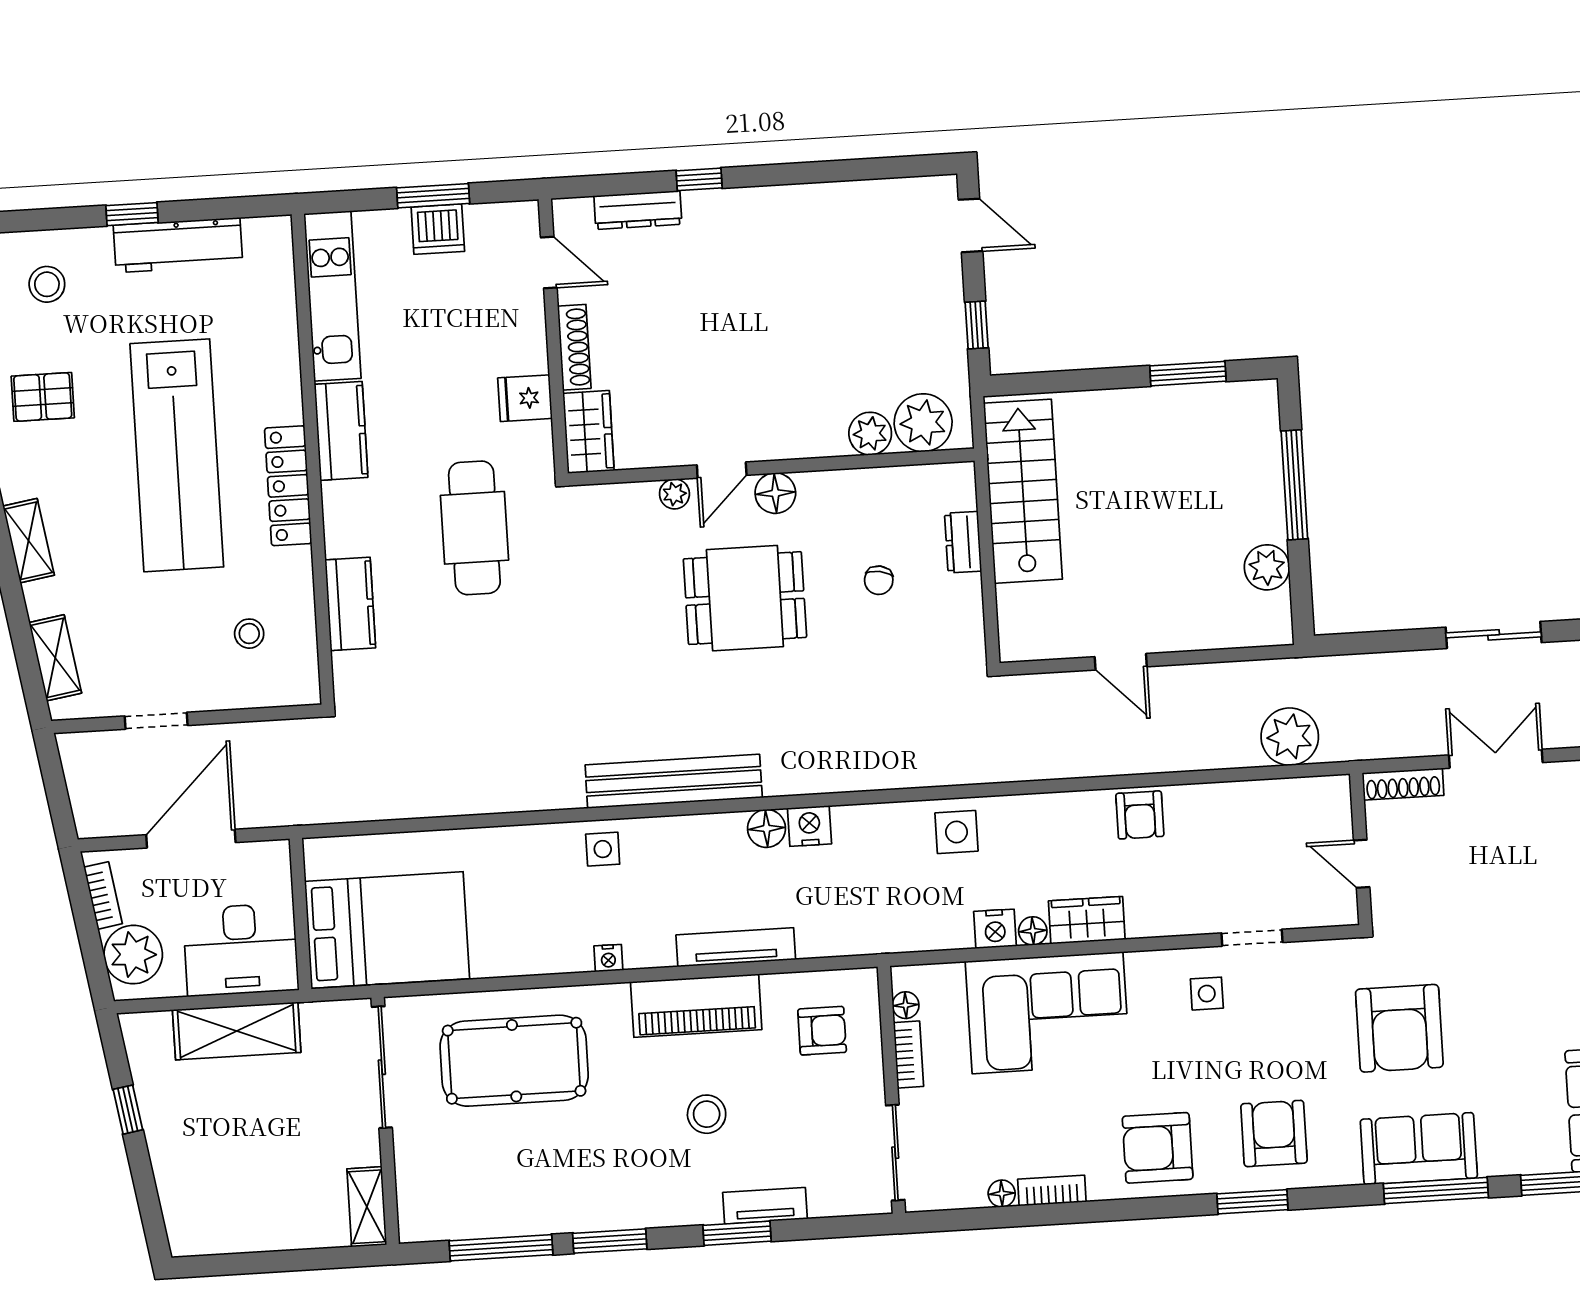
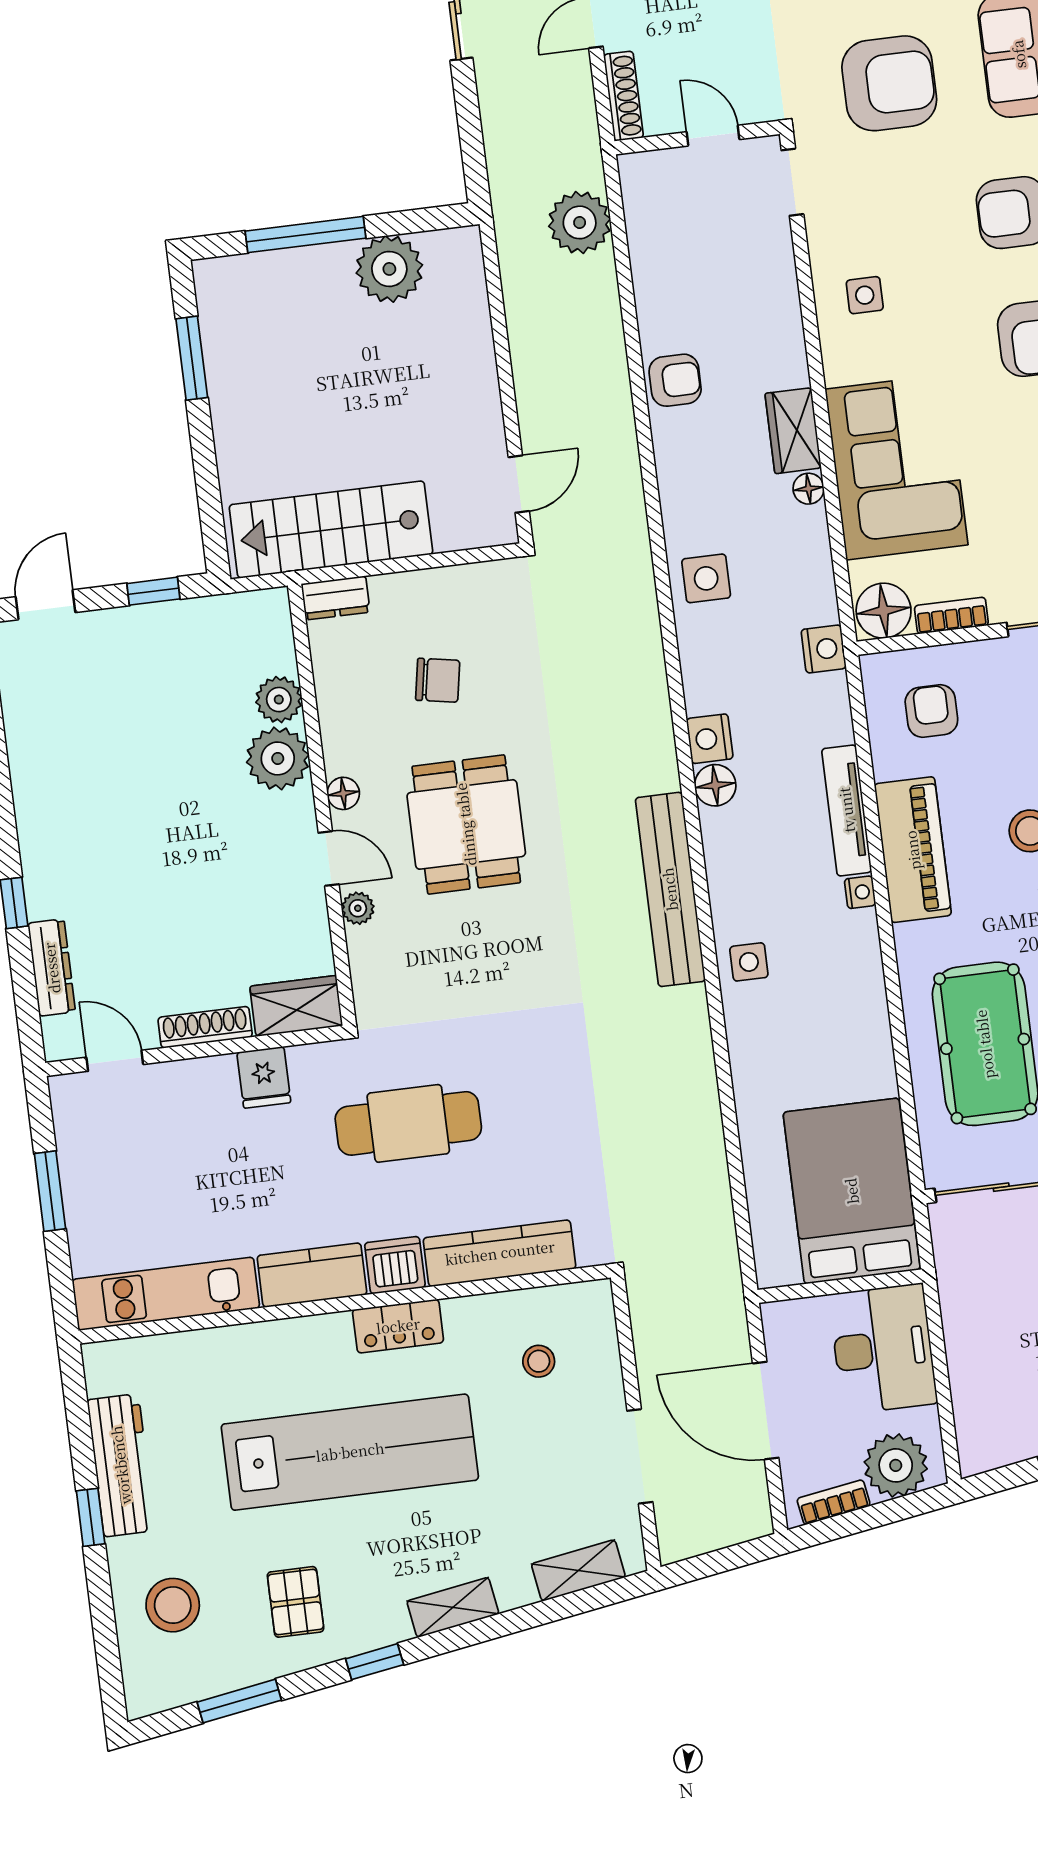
dishwasher: (438, 229) -> (395, 1265), moved, turned -90
door: (549, 263) -> (115, 1061), hinge flipped
stool: (47, 284) -> (173, 1605), width x1.38, depth x1.38
plant: (923, 423) -> (278, 758), moved
locker: (288, 486) -> (398, 1326), width x0.66
floor lamp: (775, 493) -> (343, 793), width x0.73, depth x0.73
dresser: (963, 542) -> (336, 598), moved
plant: (1267, 567) -> (389, 269), width x1.36, depth x1.36
chair: (879, 580) -> (438, 680), width x1.37, depth x1.37
kitchen counter: (350, 604) -> (500, 1253), width x1.50
door: (1121, 662) -> (519, 484), moved
doorway: (156, 721) -> (640, 1456), width x1.38
door: (1362, 864) -> (713, 136), swing flipped
nightstand: (995, 929) -> (824, 649), moved
doorway: (1252, 938) -> (792, 182), moved
nightstand: (608, 958) -> (860, 892), moved
floor lamp: (906, 1005) -> (884, 611), width x1.89, depth x1.89
shelving: (237, 1031) -> (972, 1348), removed

